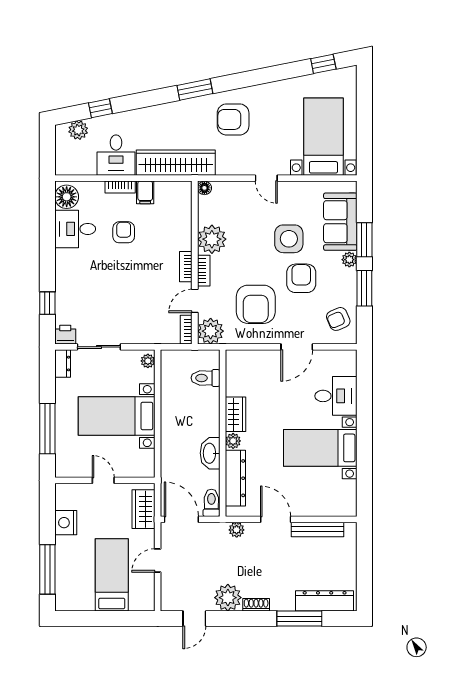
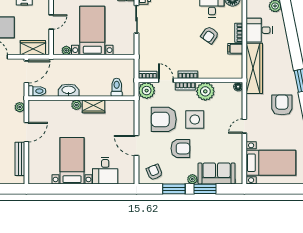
window: (100, 108) -> (289, 20), removed
armchair: (124, 232) -> (210, 35), turned 125
side table: (289, 239) -> (195, 120), moved
plant: (148, 361) -> (66, 50), moved
dresser: (235, 478) -> (53, 106), removed

